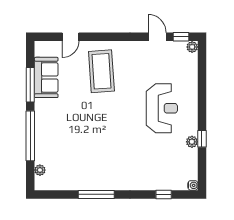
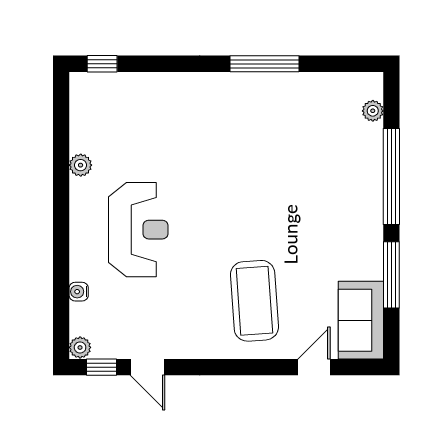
sofa: (46, 77) -> (361, 320), moved
reception desk: (162, 108) -> (138, 230), turned 180
window: (202, 139) -> (61, 171), removed
water cooler: (193, 185) -> (79, 292), moved
window: (164, 194) -> (102, 64), moved

